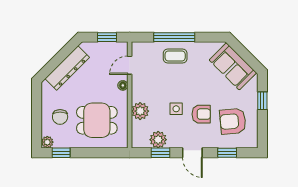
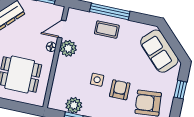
plant: (140, 111) -> (68, 48), moved
armchair: (201, 114) -> (120, 90), turned -90

